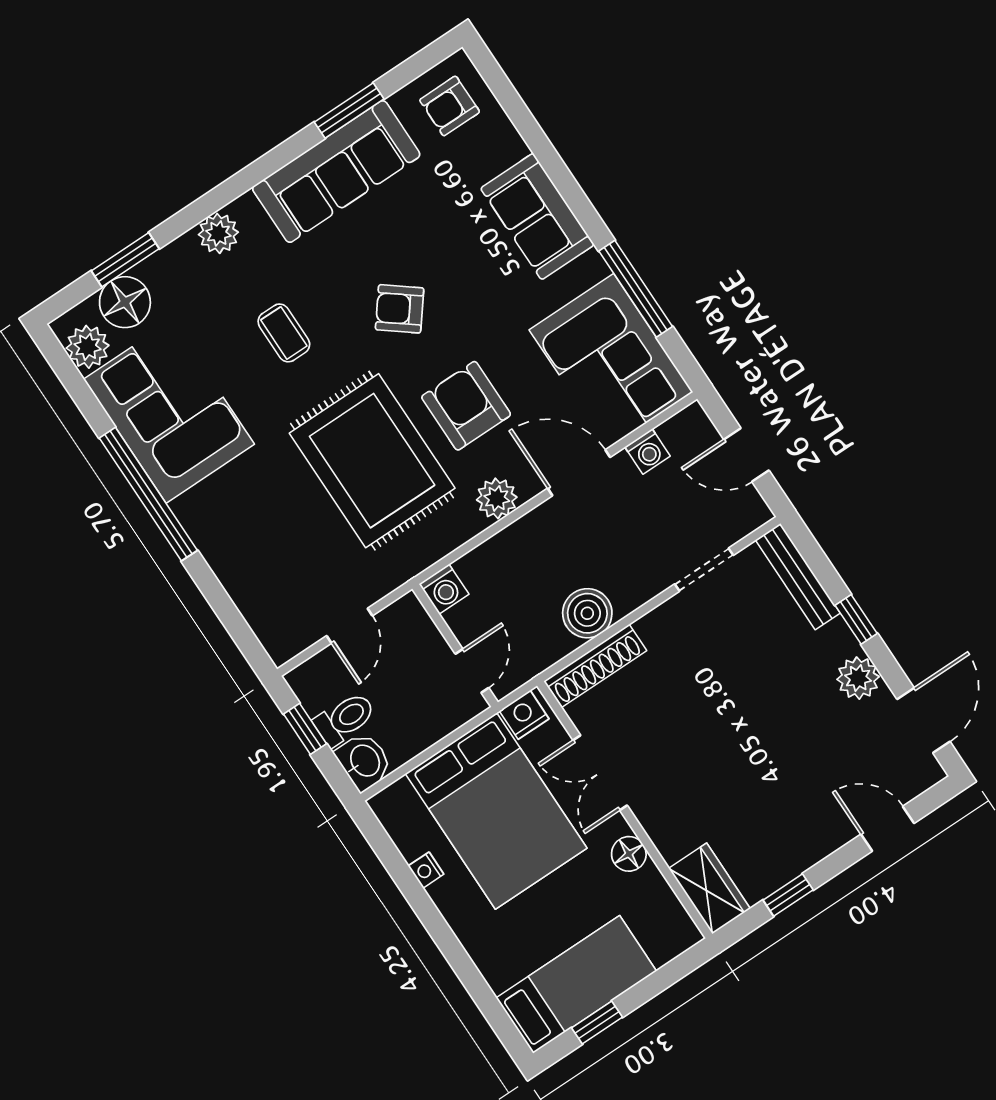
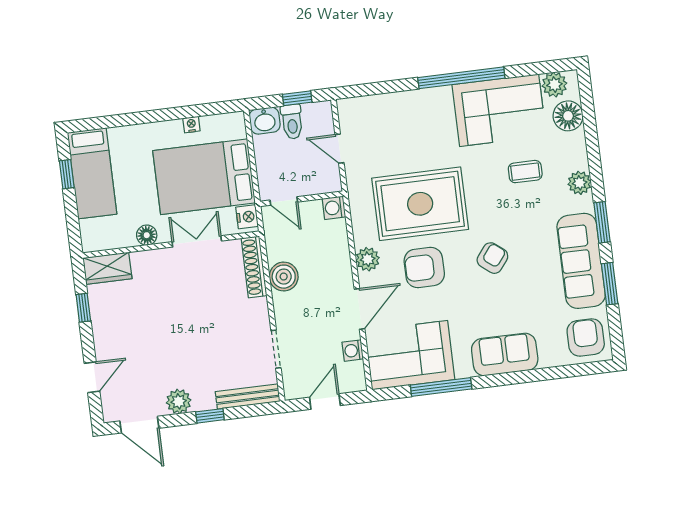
armchair: (450, 106) -> (586, 337), width x1.38, depth x1.38
window: (125, 260) -> (602, 222), moved
coffee table: (284, 333) -> (525, 172), moved
armchair: (466, 406) -> (424, 267), turned 180

